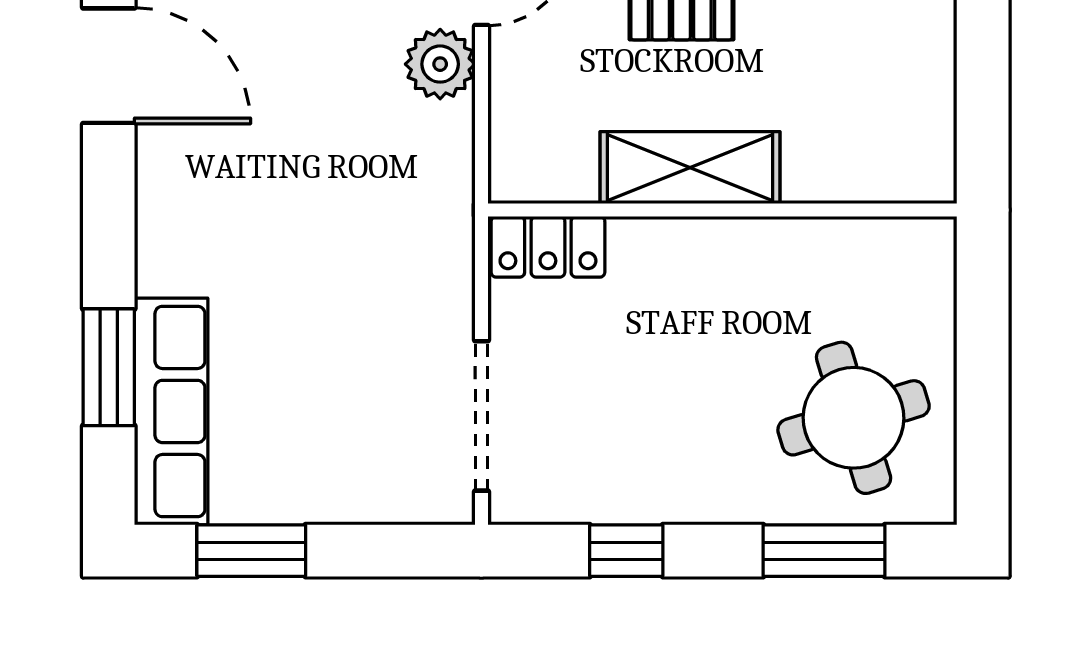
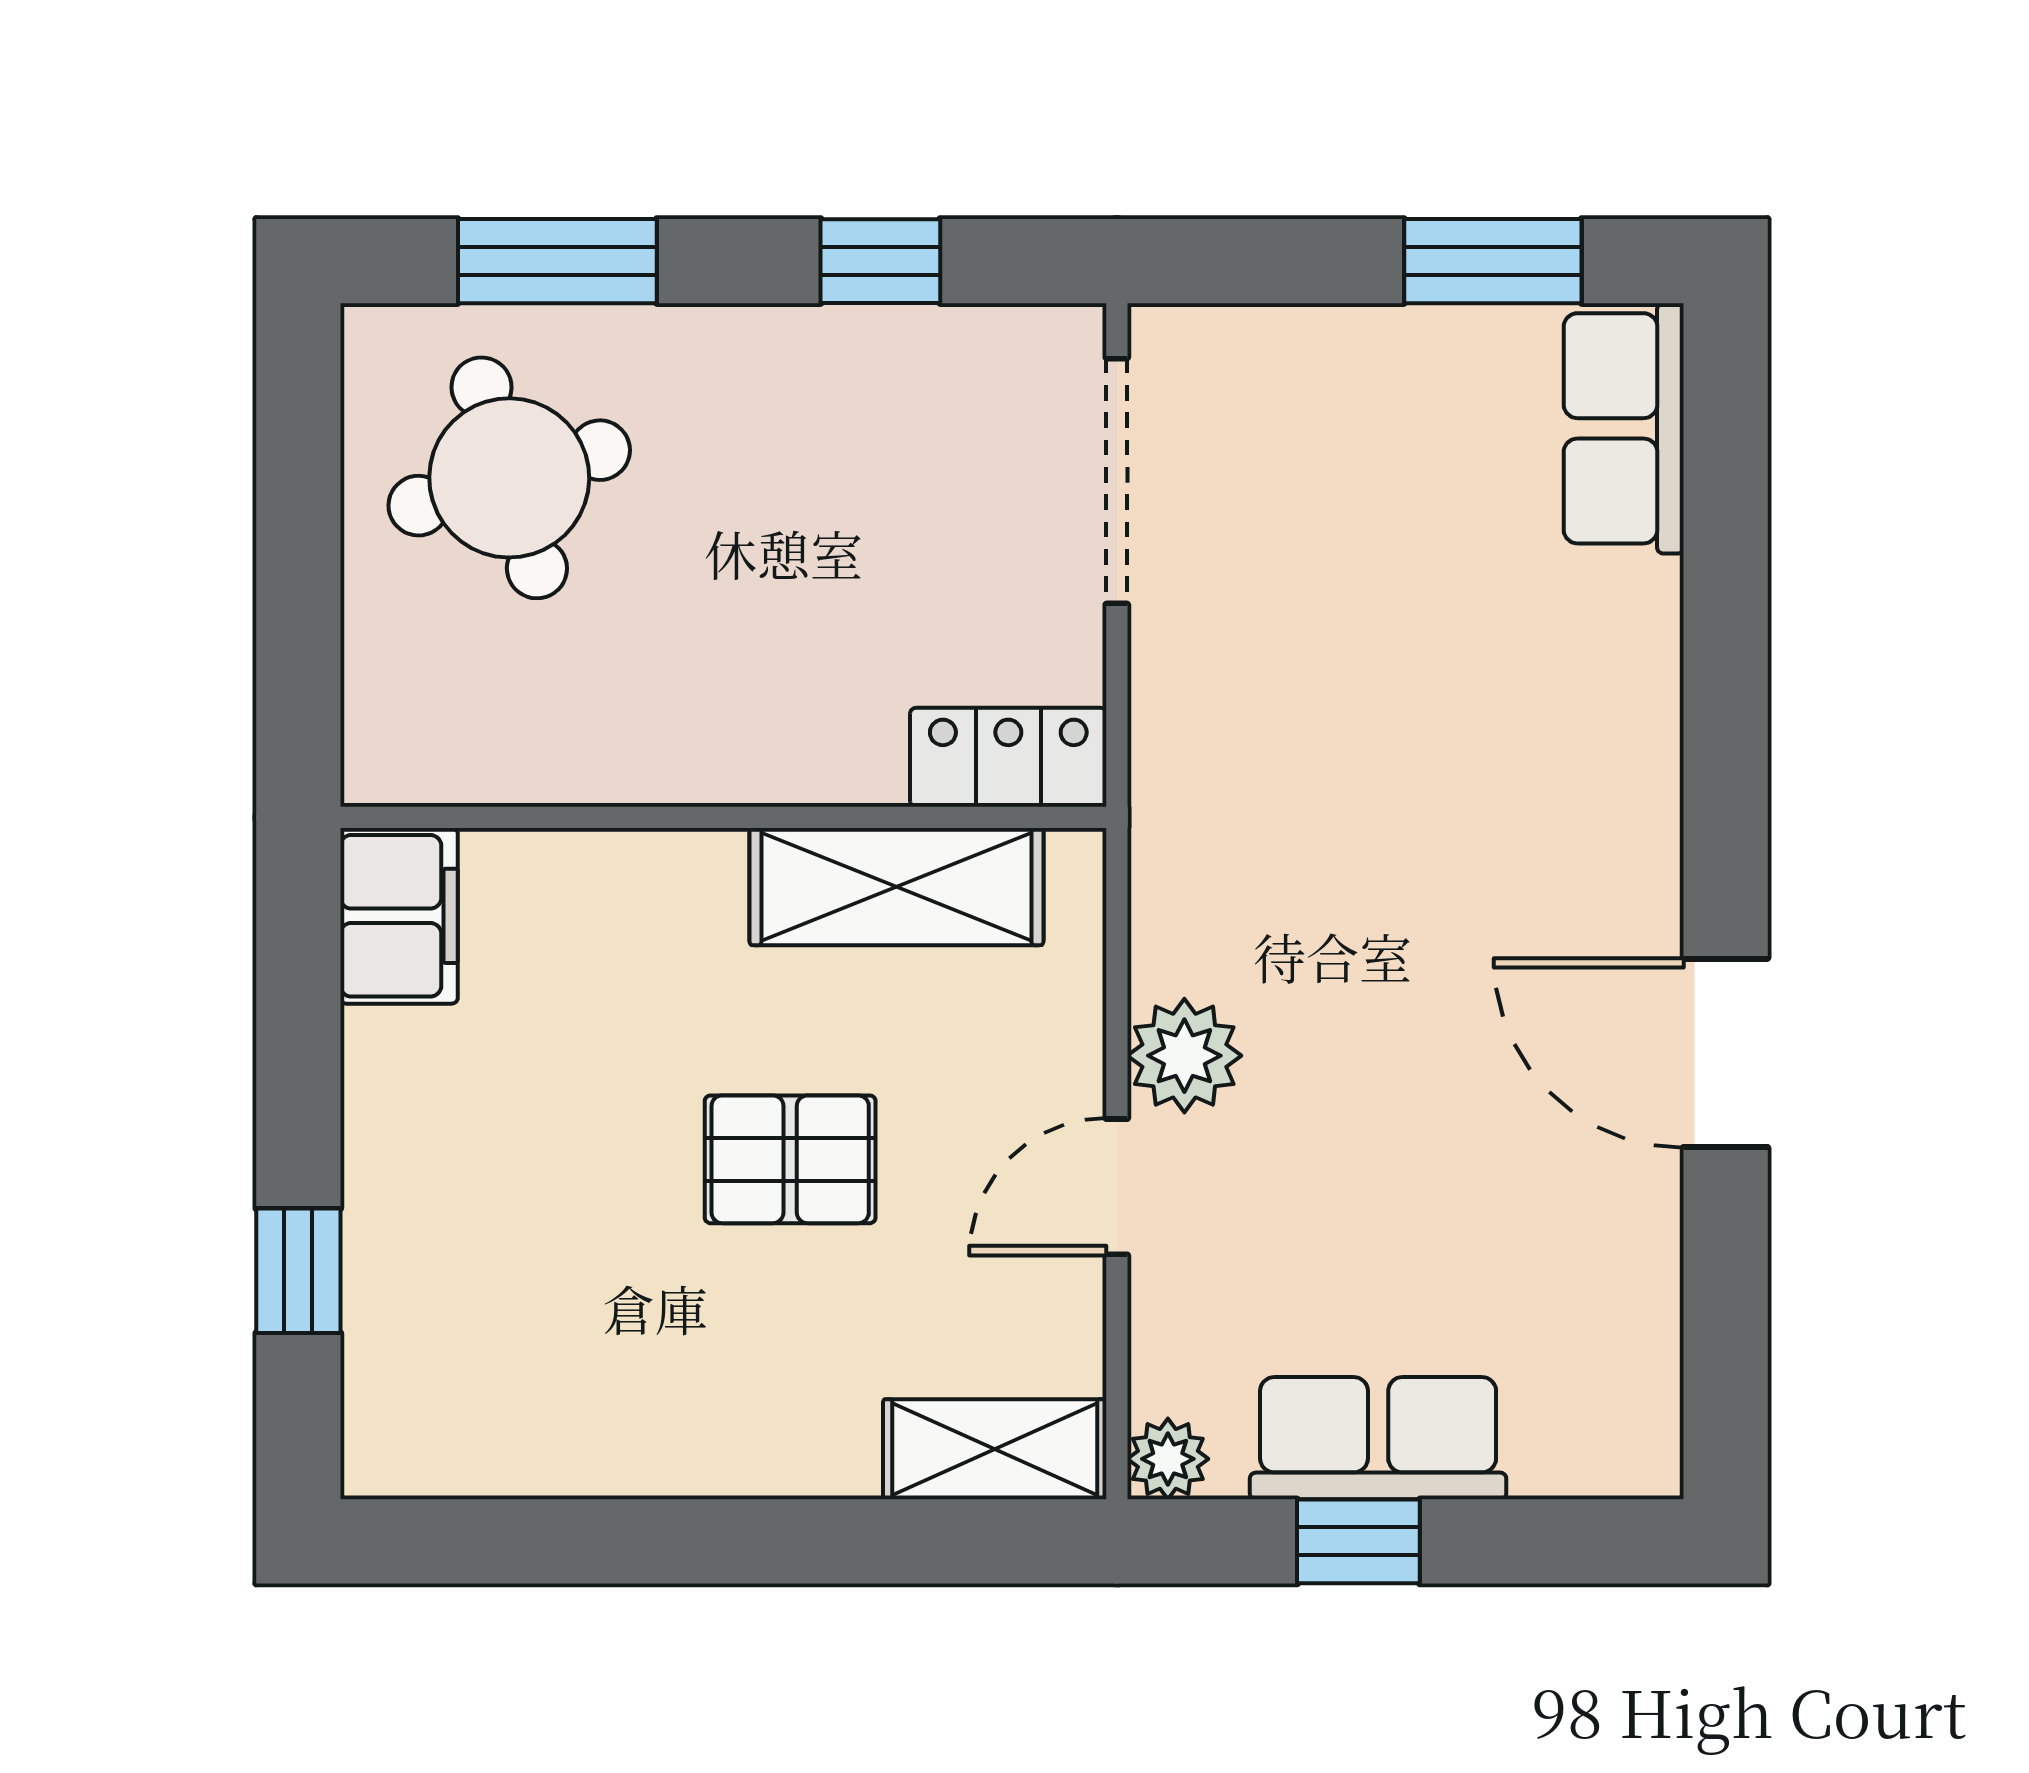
filing cabinet: (921, 150) -> (399, 916), added
shelving: (690, 168) -> (896, 887), moved
window: (109, 367) -> (1726, 561), removed
row of seats: (171, 411) -> (1624, 428), width x0.68

